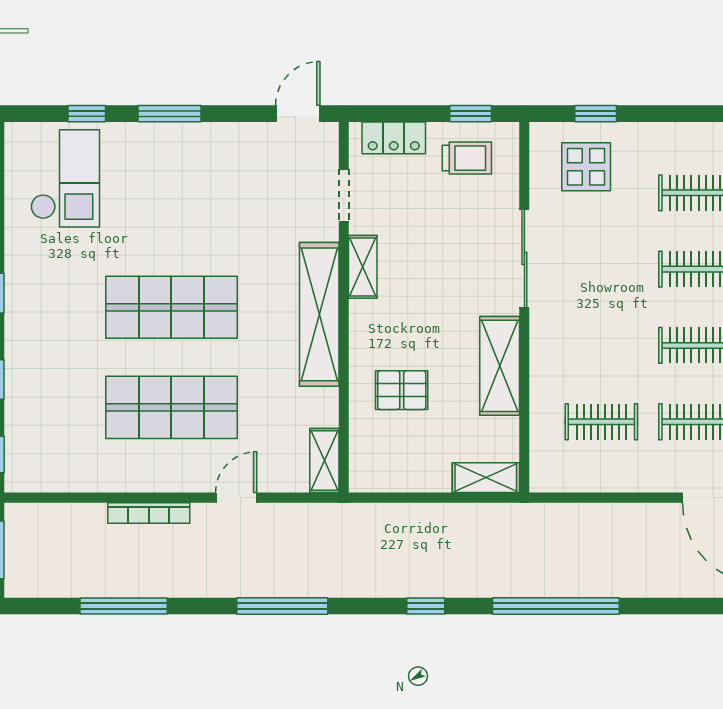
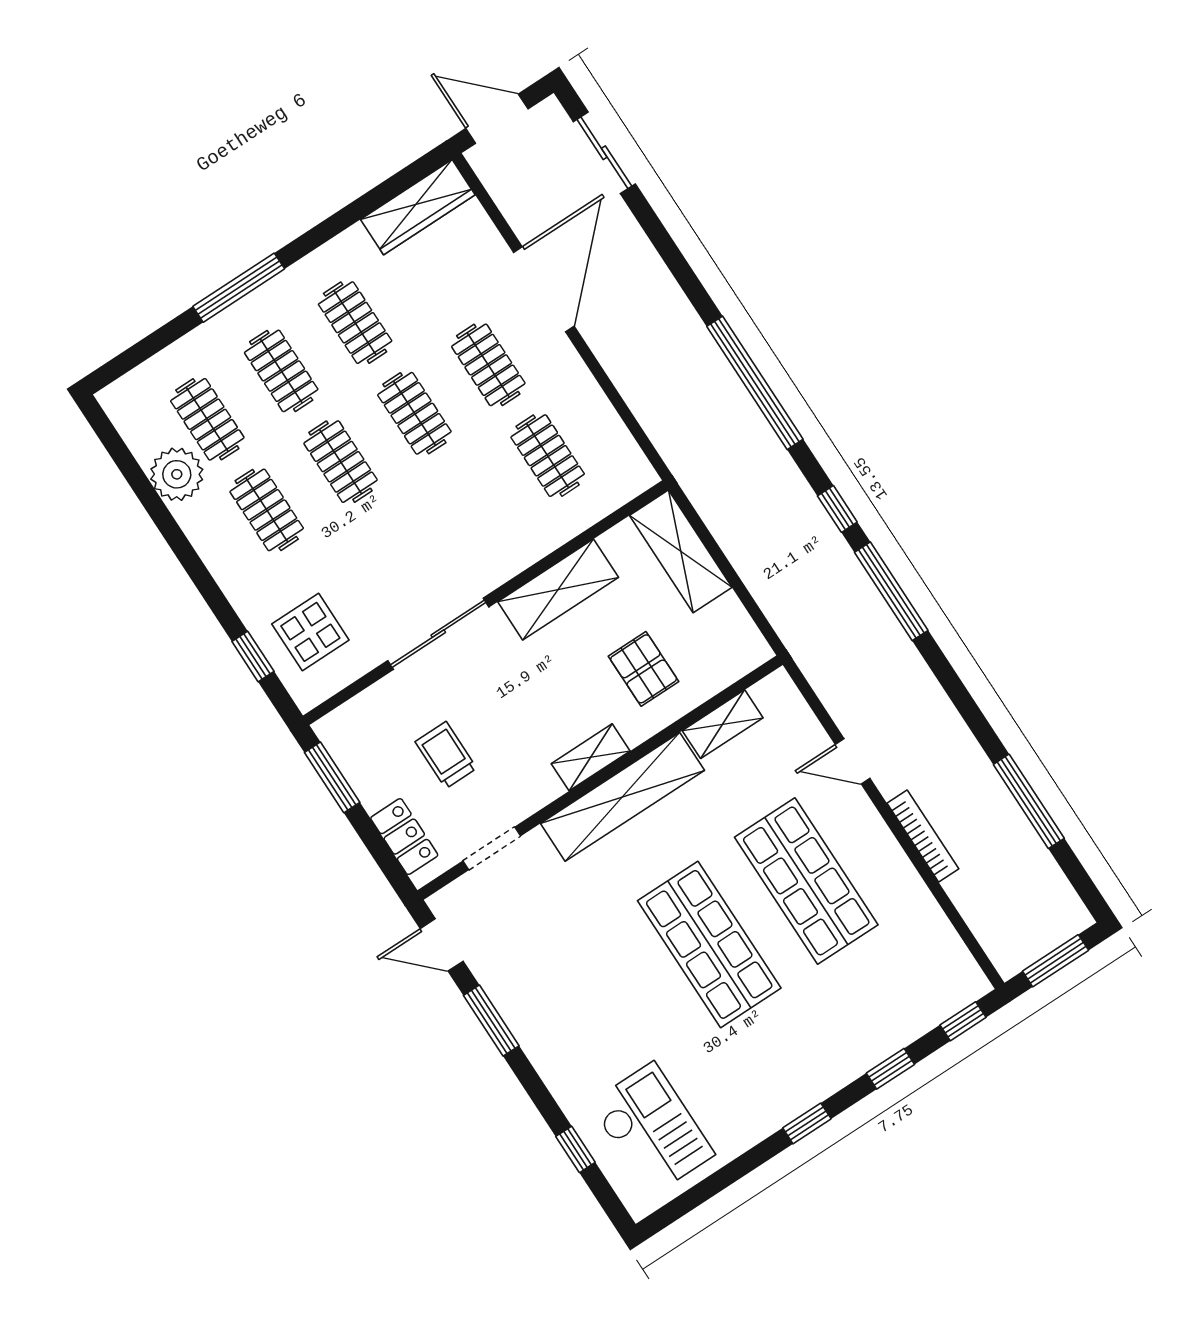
window: (170, 114) -> (491, 1021), moved
window: (471, 114) -> (332, 777), width x1.50
trolley: (467, 158) -> (446, 755), moved
checkout: (65, 178) -> (652, 1129), turned 90
shelving: (363, 267) -> (591, 757), moved
shelving: (324, 460) -> (723, 724), moved
shelving: (486, 478) -> (681, 551), width x1.50, depth x1.33
window: (282, 606) -> (891, 591), moved

